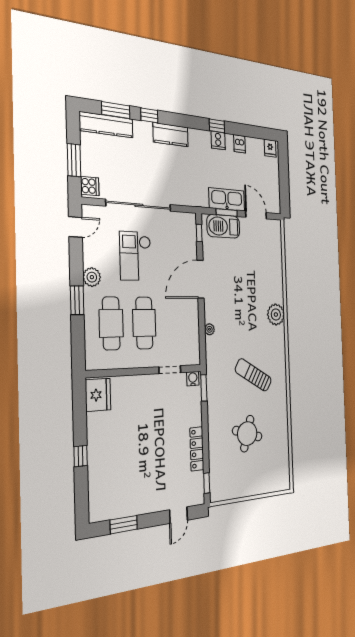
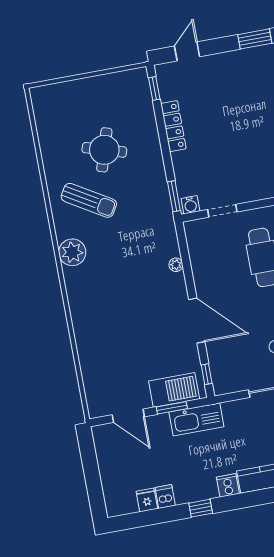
cooker: (218, 140) -> (228, 485), moved
fridge: (270, 148) -> (147, 500), moved
kitchen sink: (227, 199) -> (196, 419), moved
door: (201, 279) -> (197, 321), hinge flipped
plant: (276, 315) -> (72, 252), moved
sun lounger: (253, 375) -> (89, 200), moved

